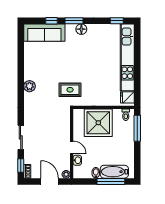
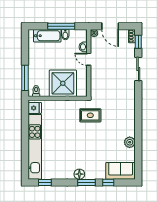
sofa: (44, 33) -> (121, 171), width x0.73
plant: (30, 86) -> (130, 142), moved
window: (111, 181) -> (61, 26), moved

